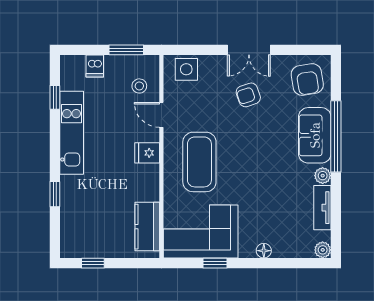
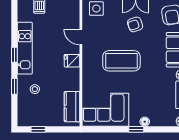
stool: (139, 86) -> (35, 89), moved
window: (55, 97) -> (14, 55), moved
coffee table: (199, 162) -> (121, 61), moved, turned 90
window: (215, 263) -> (136, 129), moved

